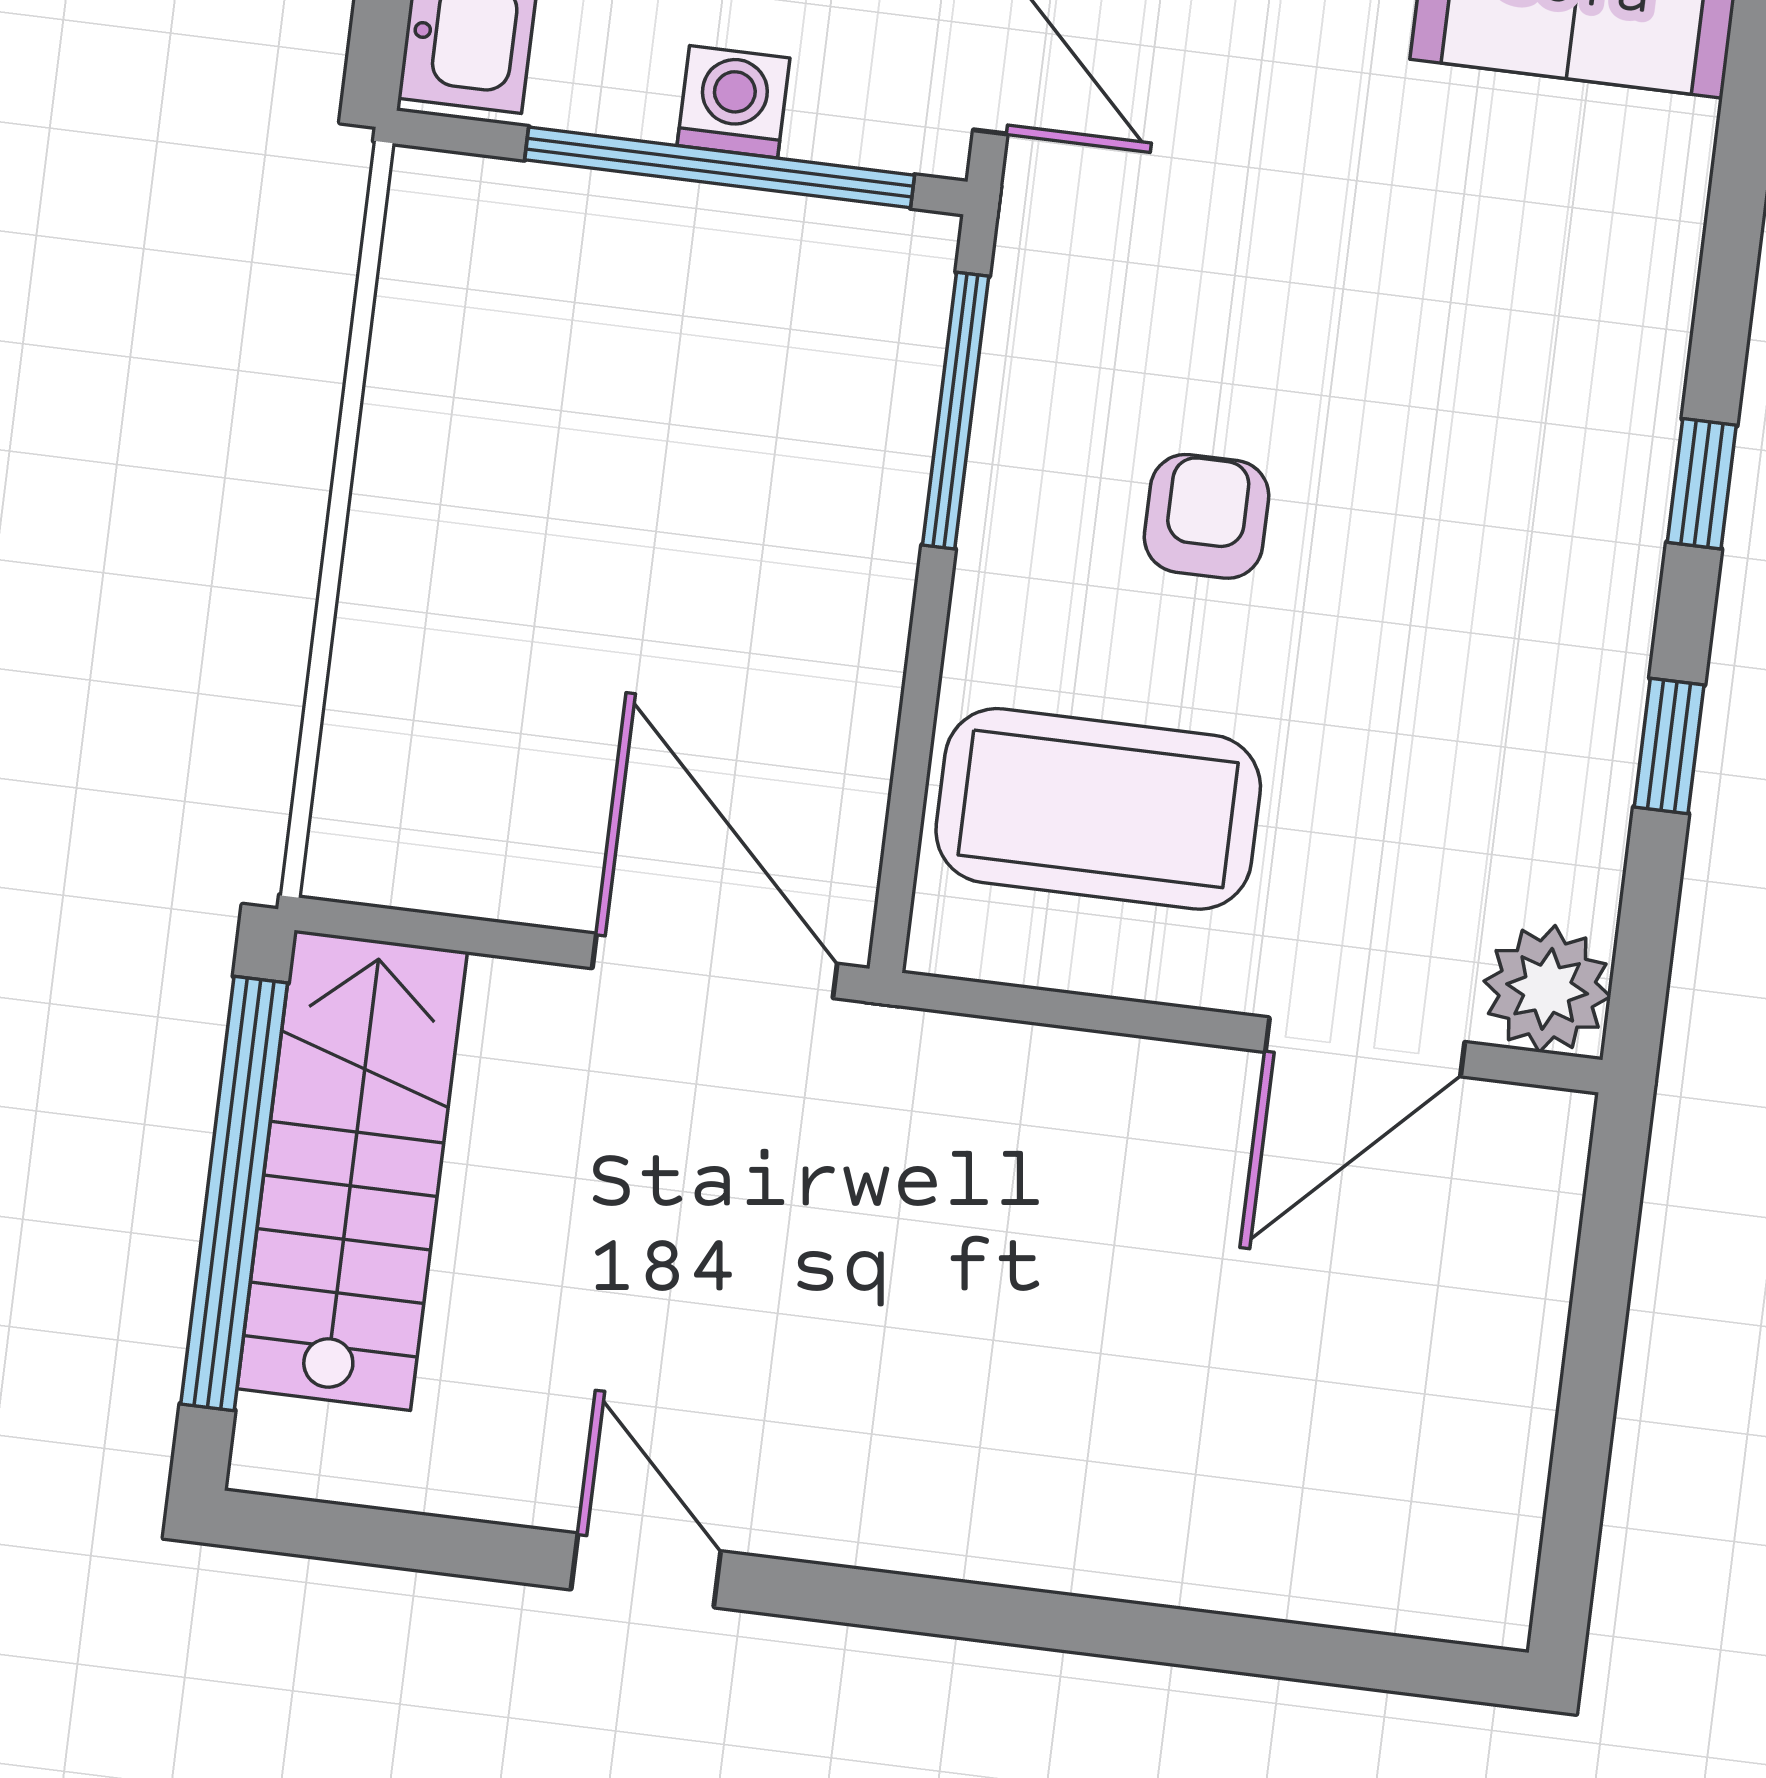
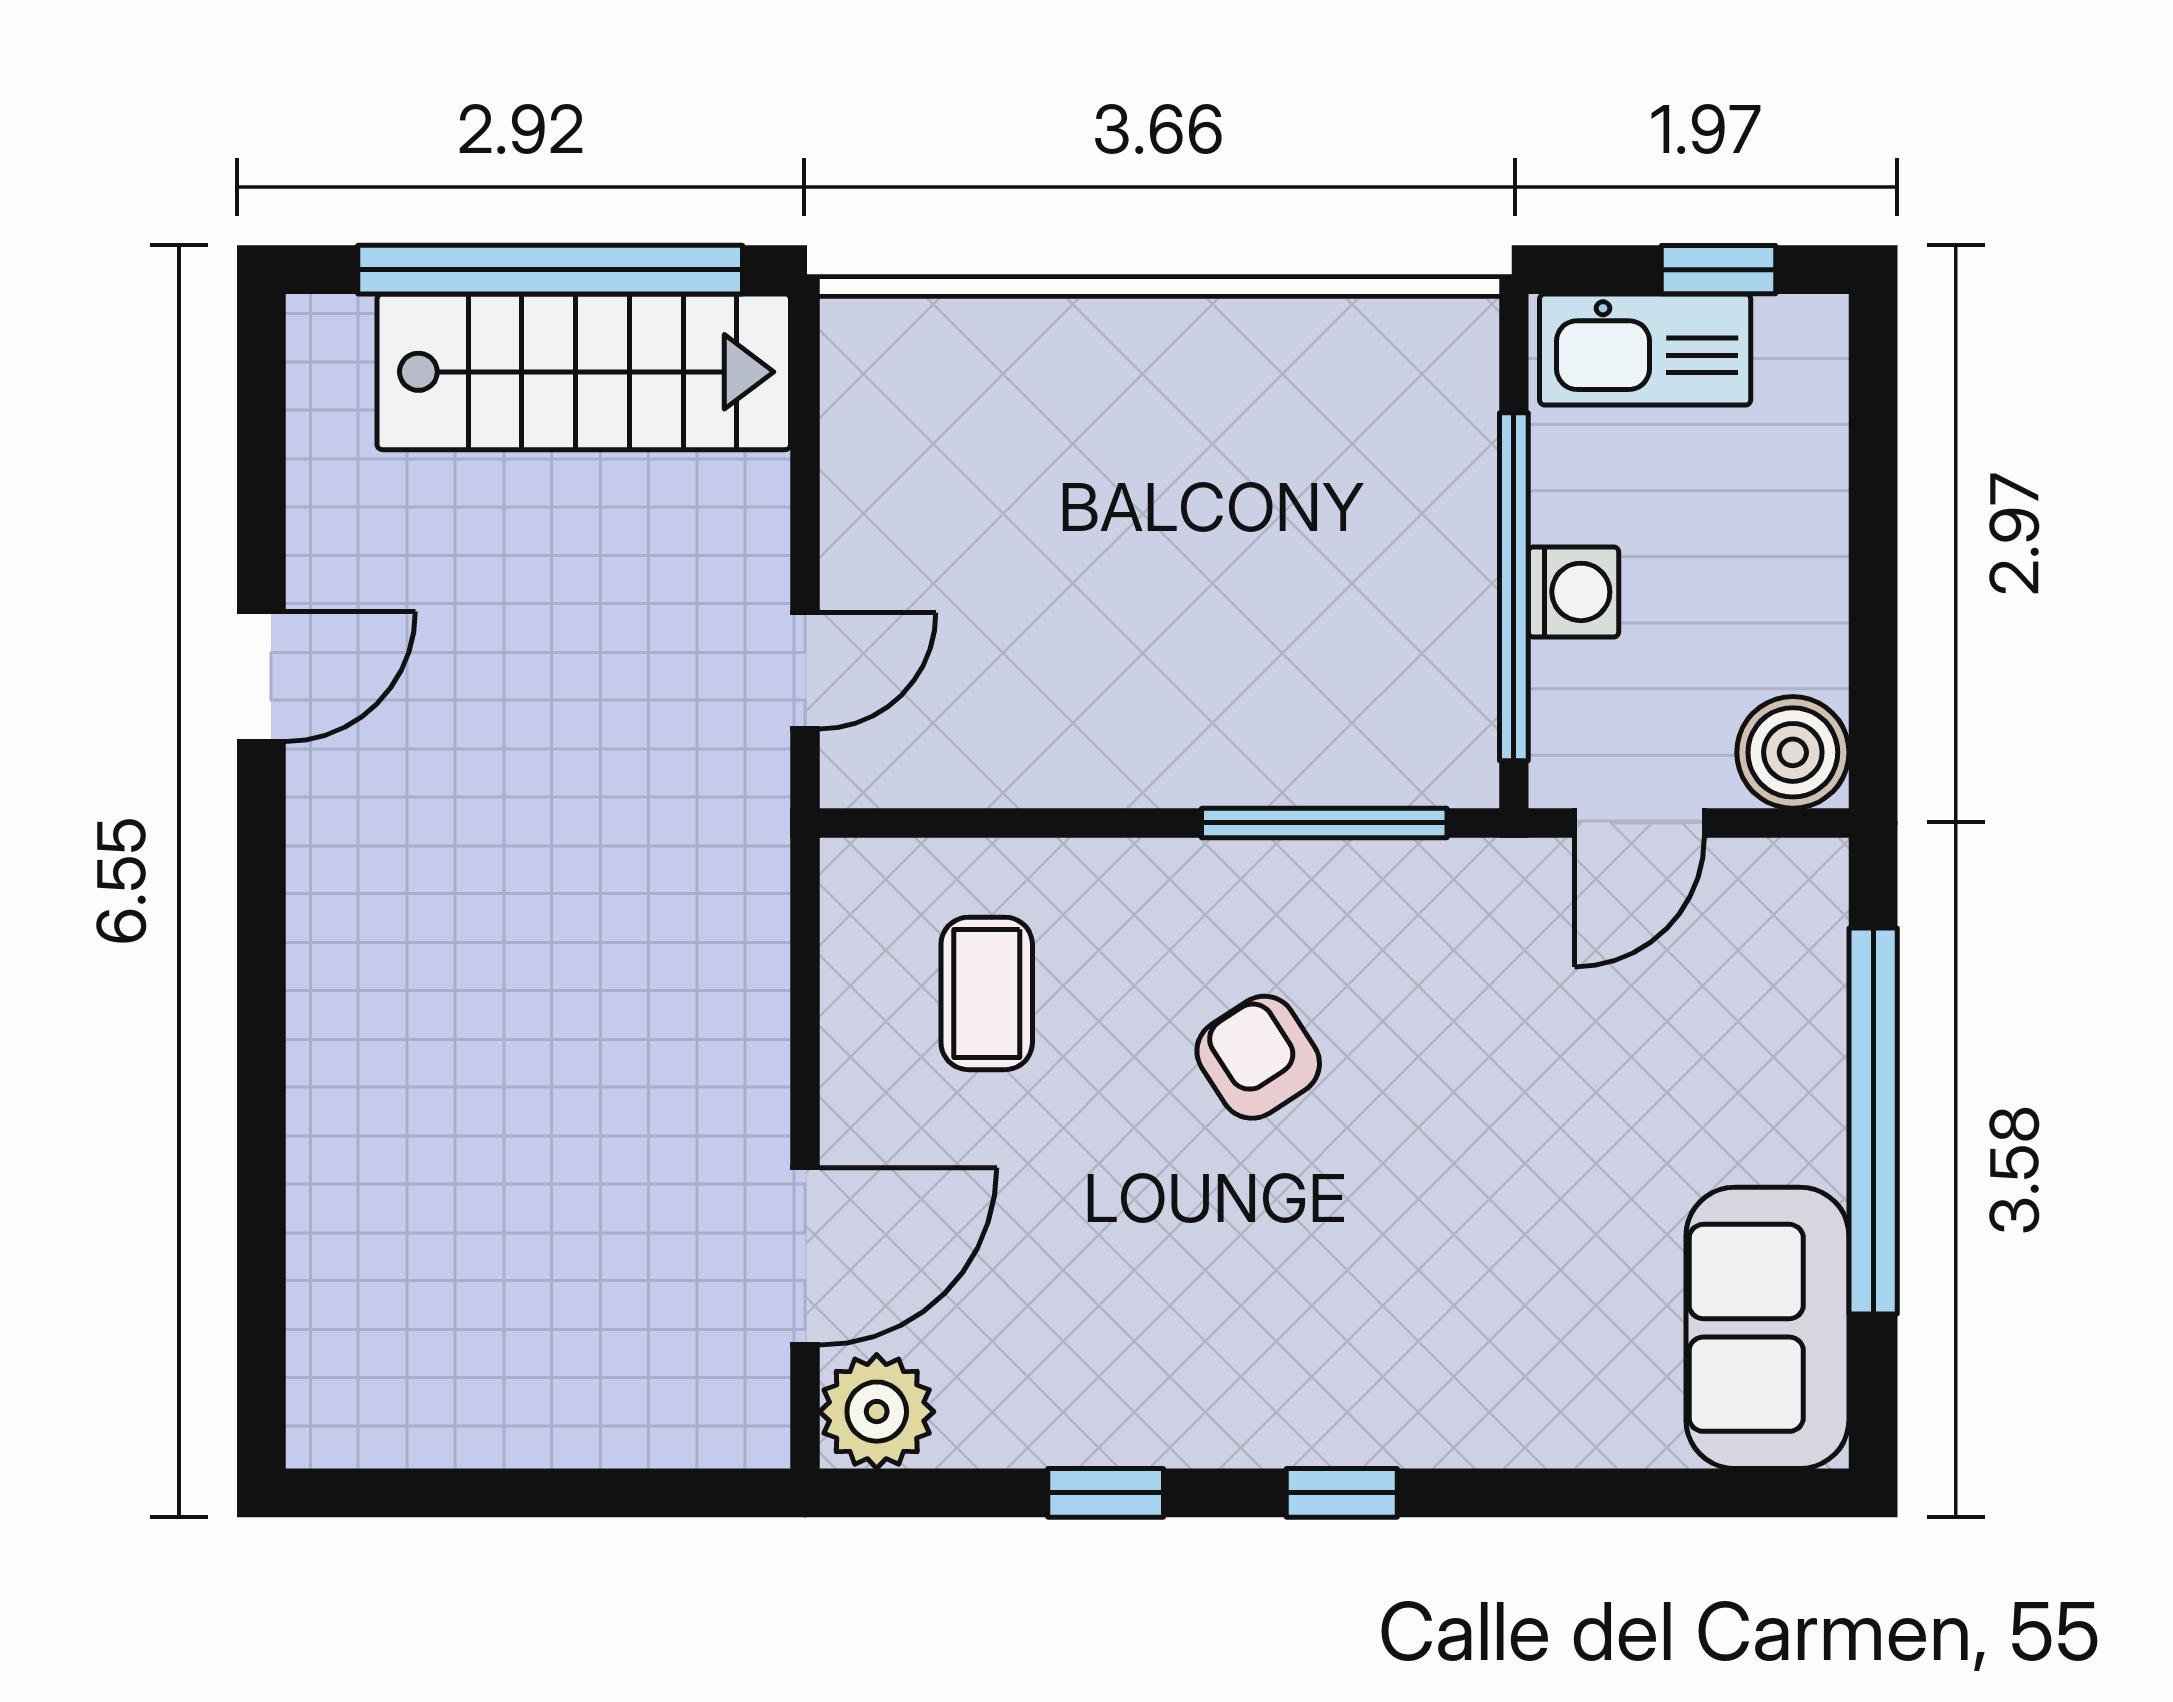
armchair: (1207, 516) -> (1258, 1057), turned -123
coffee table: (1098, 809) -> (987, 993), width x0.54, depth x0.58
door: (715, 966) -> (805, 671), width x0.53
door: (1365, 1047) -> (805, 1256), swing flipped

